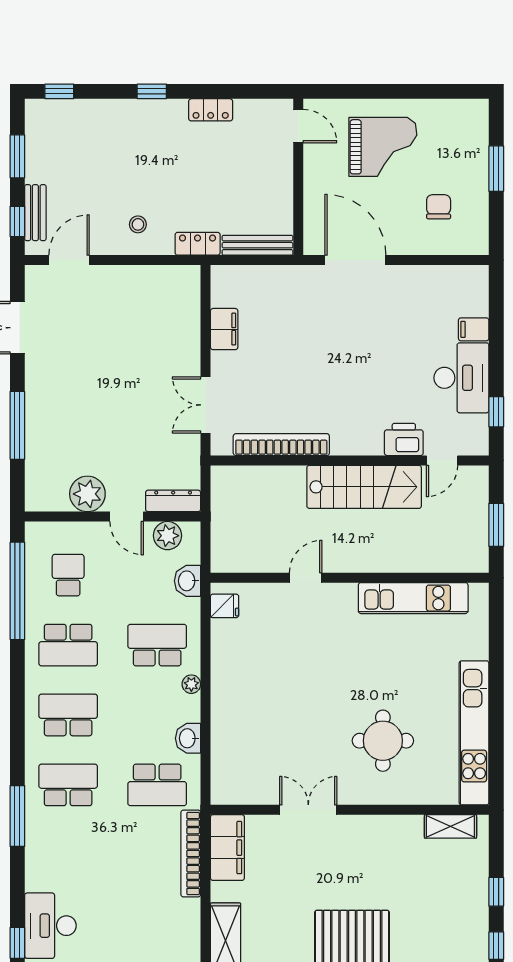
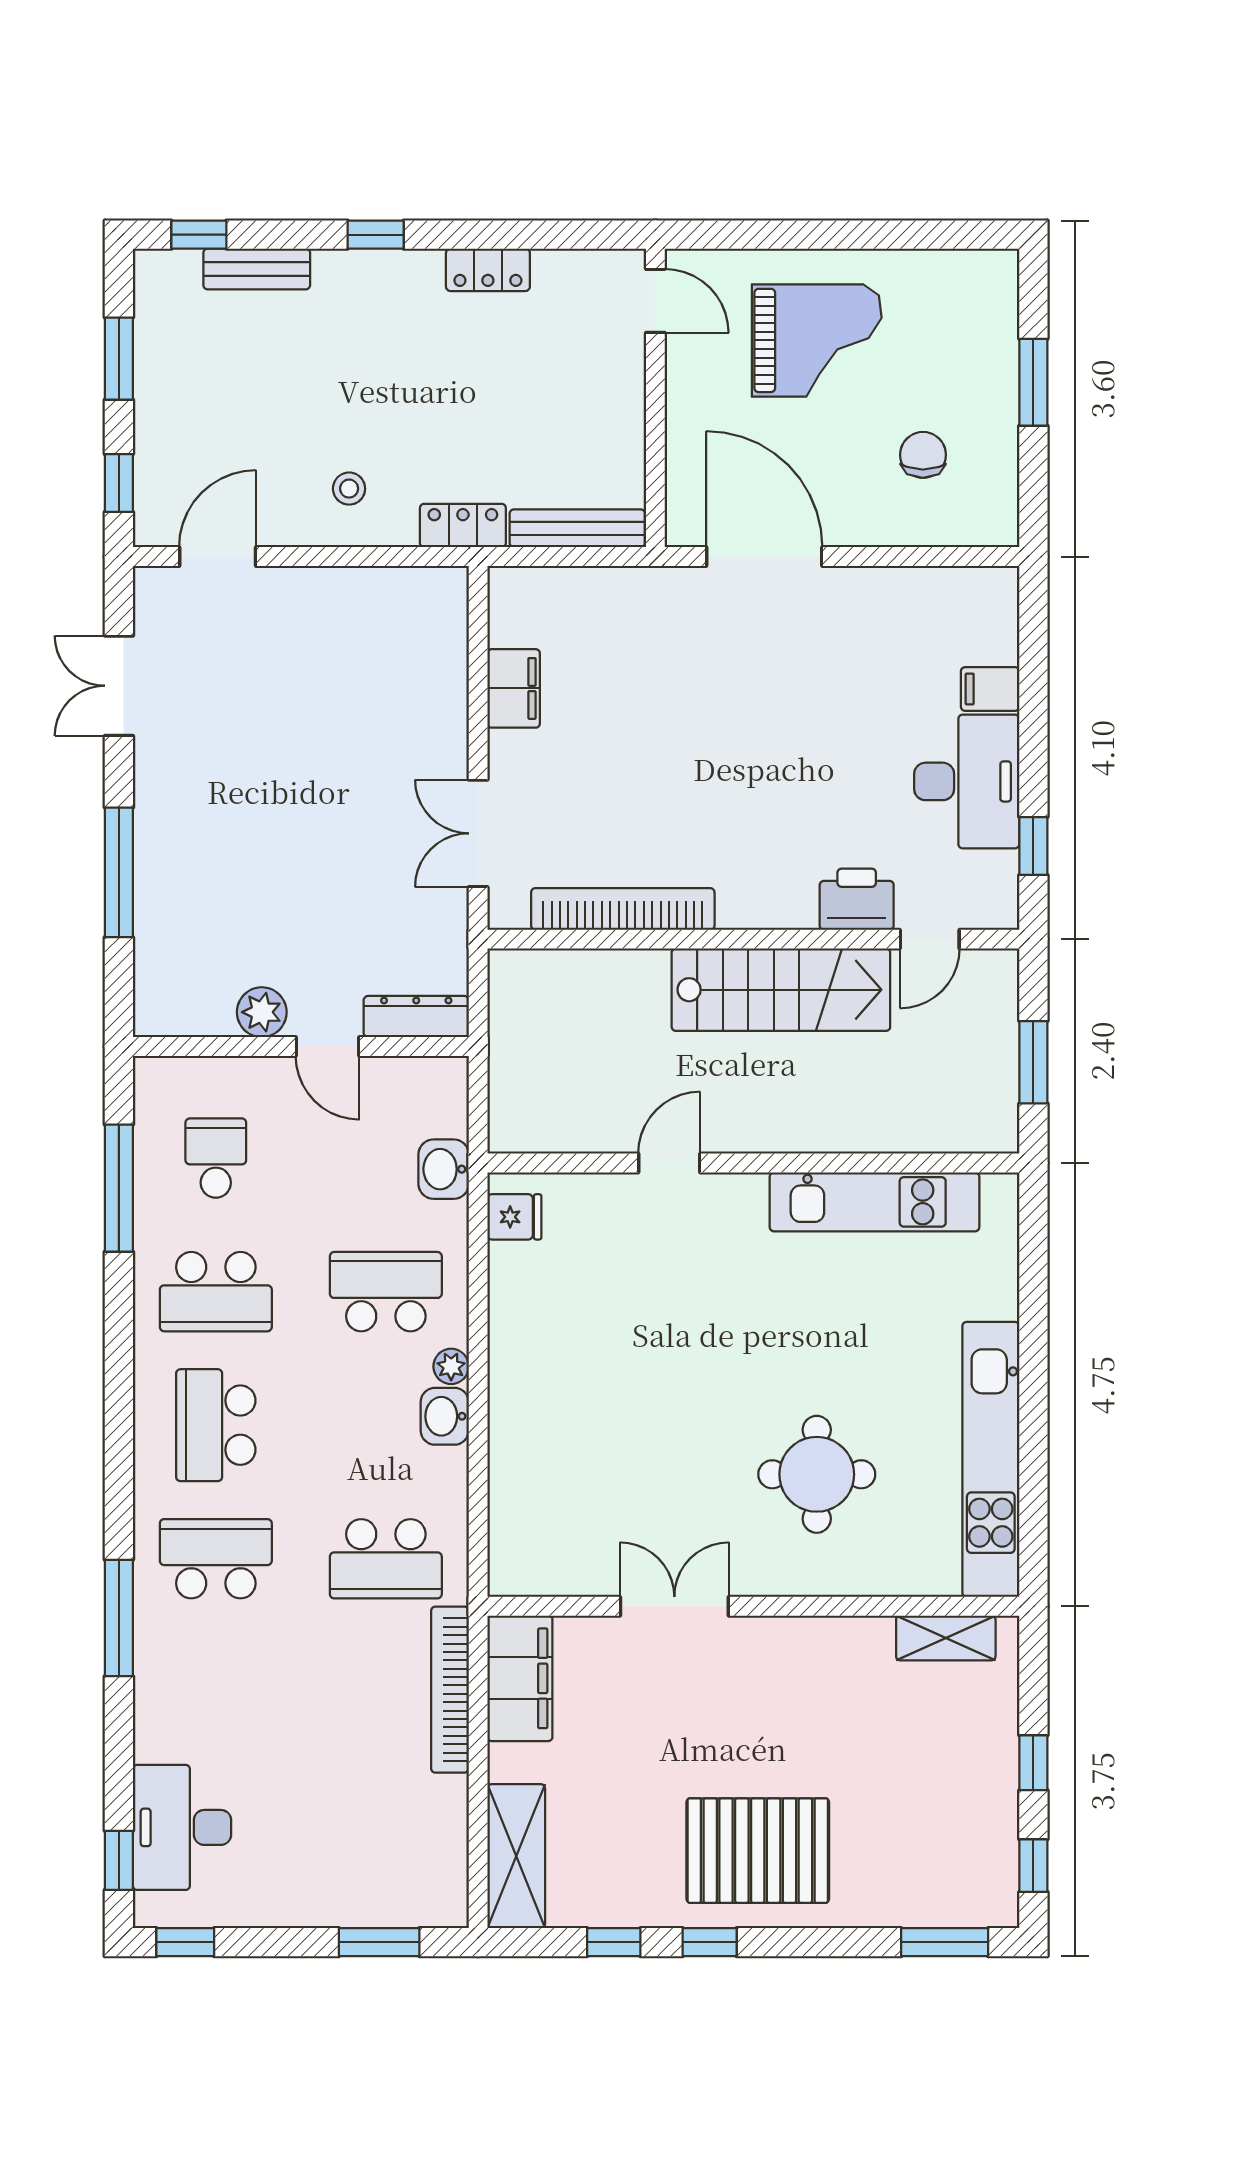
bench: (35, 213) -> (257, 269), moved, turned 90
plant: (87, 494) -> (262, 1012), width x0.73, depth x0.73
plant: (168, 536) -> (406, 1083), removed
window: (17, 591) -> (119, 1188), width x0.68
school desk: (68, 715) -> (216, 1425), turned -90
washbasin: (188, 738) -> (445, 1416), moved

